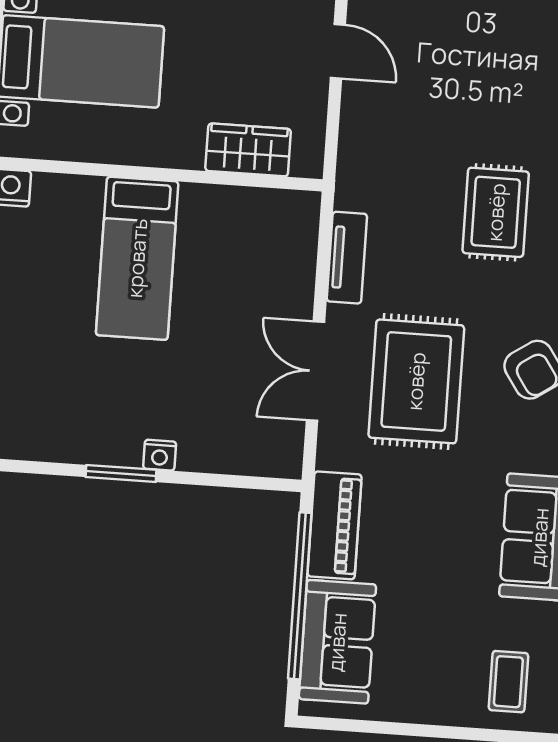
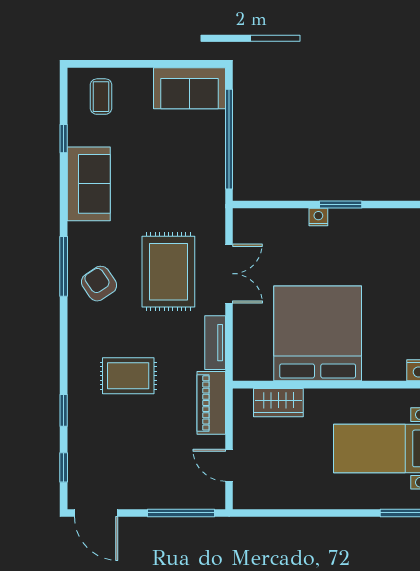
rug: (496, 212) -> (128, 376), turned 90
bed: (137, 258) -> (318, 333), width x2.04
piano: (334, 525) -> (211, 403), moved
sofa: (337, 642) -> (190, 88), moved, turned -90

